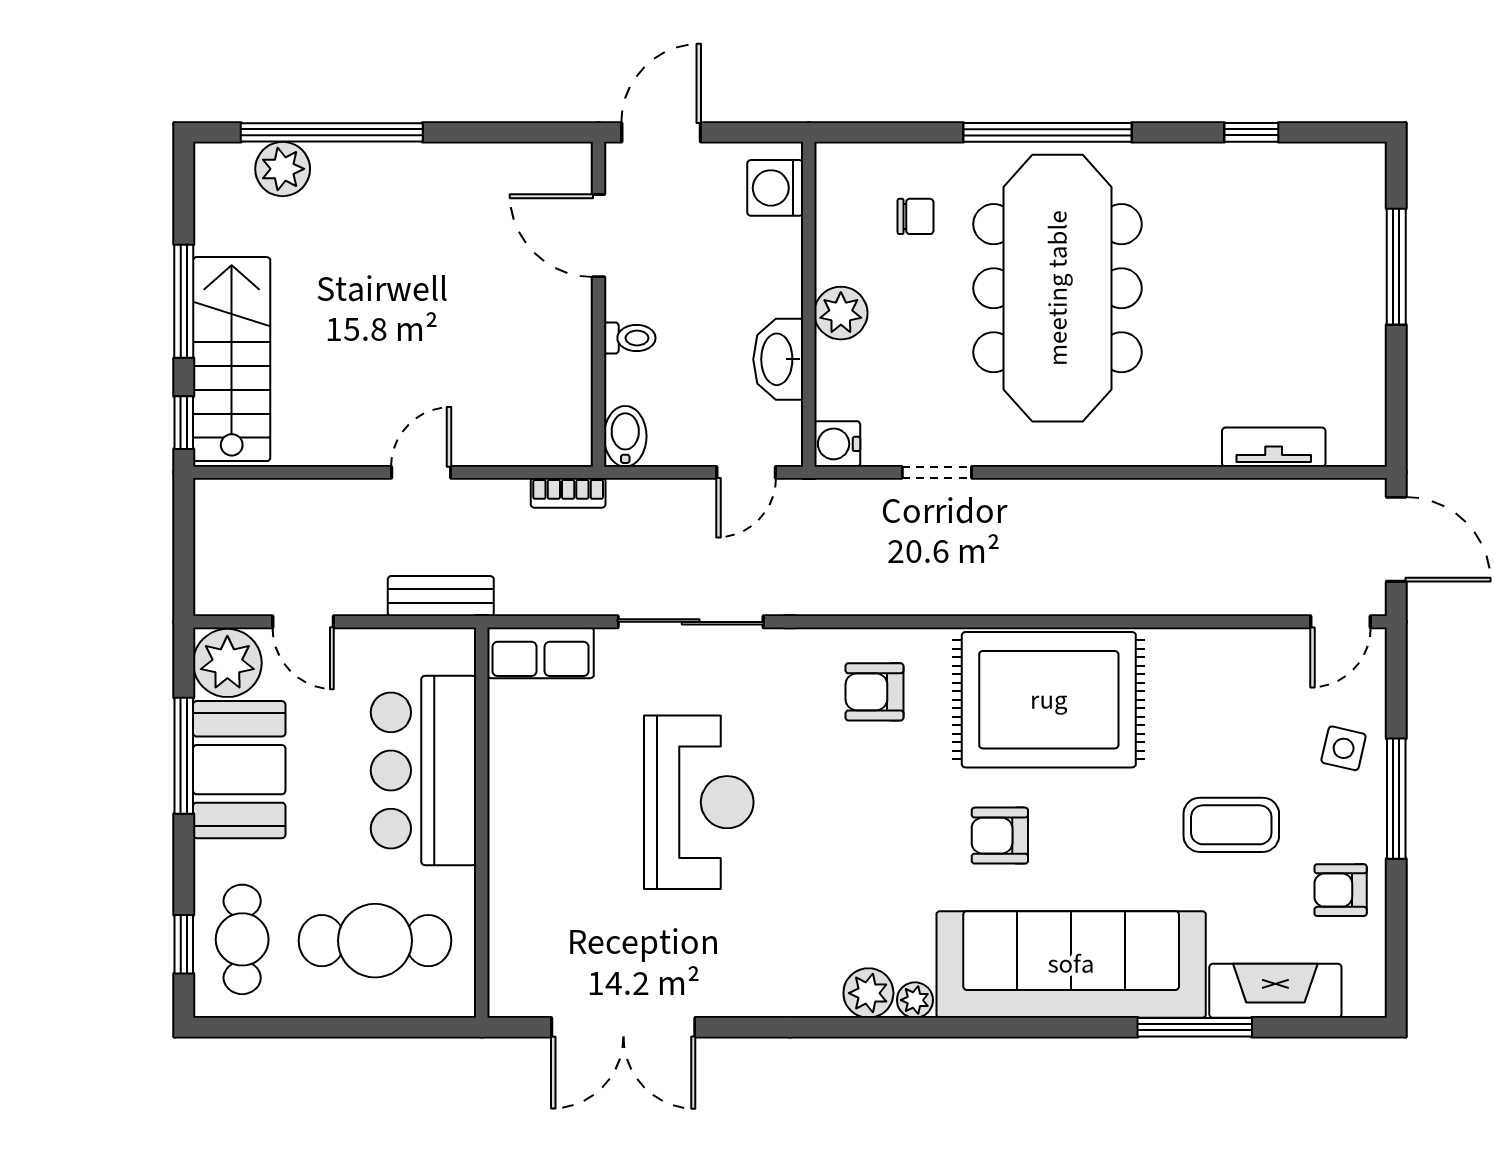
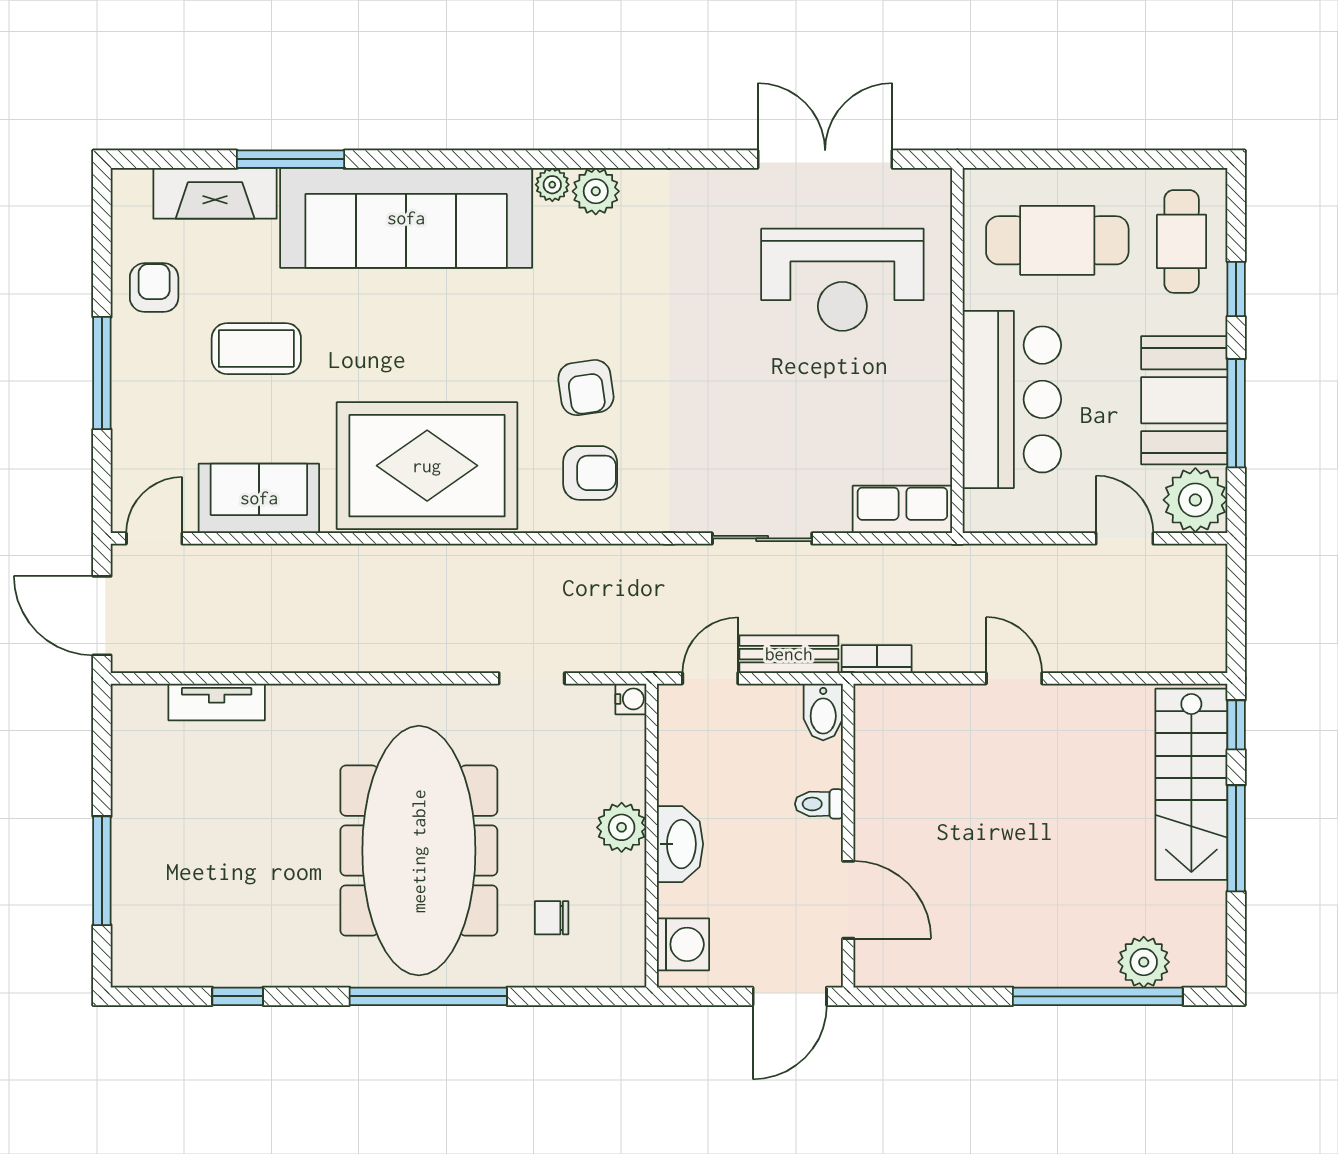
washbasin: (778, 359) -> (680, 844), moved
water cooler: (837, 444) -> (631, 699), width x0.72, depth x0.72
door: (421, 472) -> (1014, 678), swing flipped
bench: (441, 596) -> (789, 654), moved
sliding door: (691, 622) -> (762, 538), width x0.73
sofa: (1229, 665) -> (259, 498), added
side table: (1344, 748) -> (151, 420), removed
reception desk: (699, 802) -> (842, 280), moved, turned -90
armchair: (1000, 836) -> (586, 388), moved, turned 82
armchair: (1341, 890) -> (154, 288), turned -90
window: (184, 944) -> (1236, 289), moved

